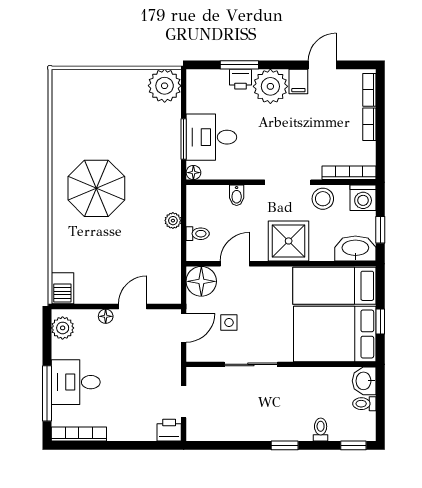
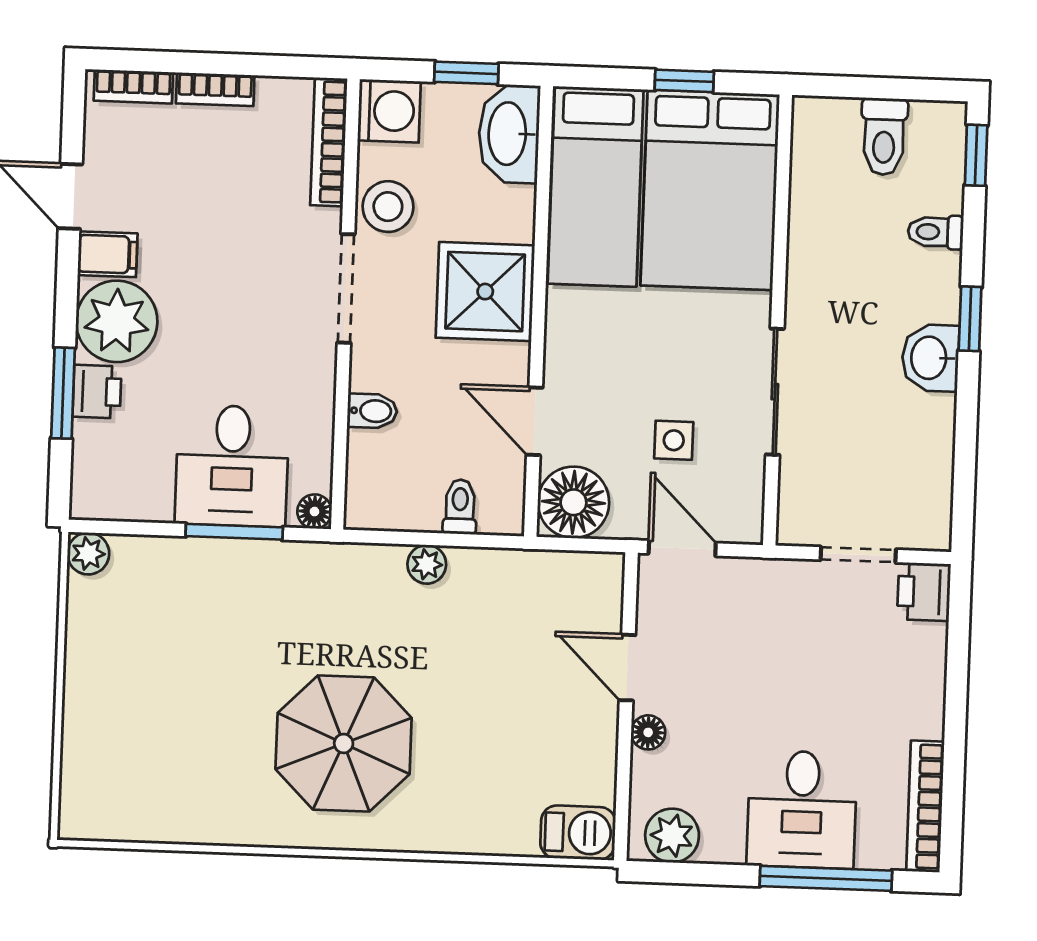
plant: (165, 86) -> (88, 554), width x0.53, depth x0.53
washbasin: (364, 381) -> (930, 358), moved, turned 90
toilet: (364, 404) -> (884, 137), width x1.37, depth x1.39

